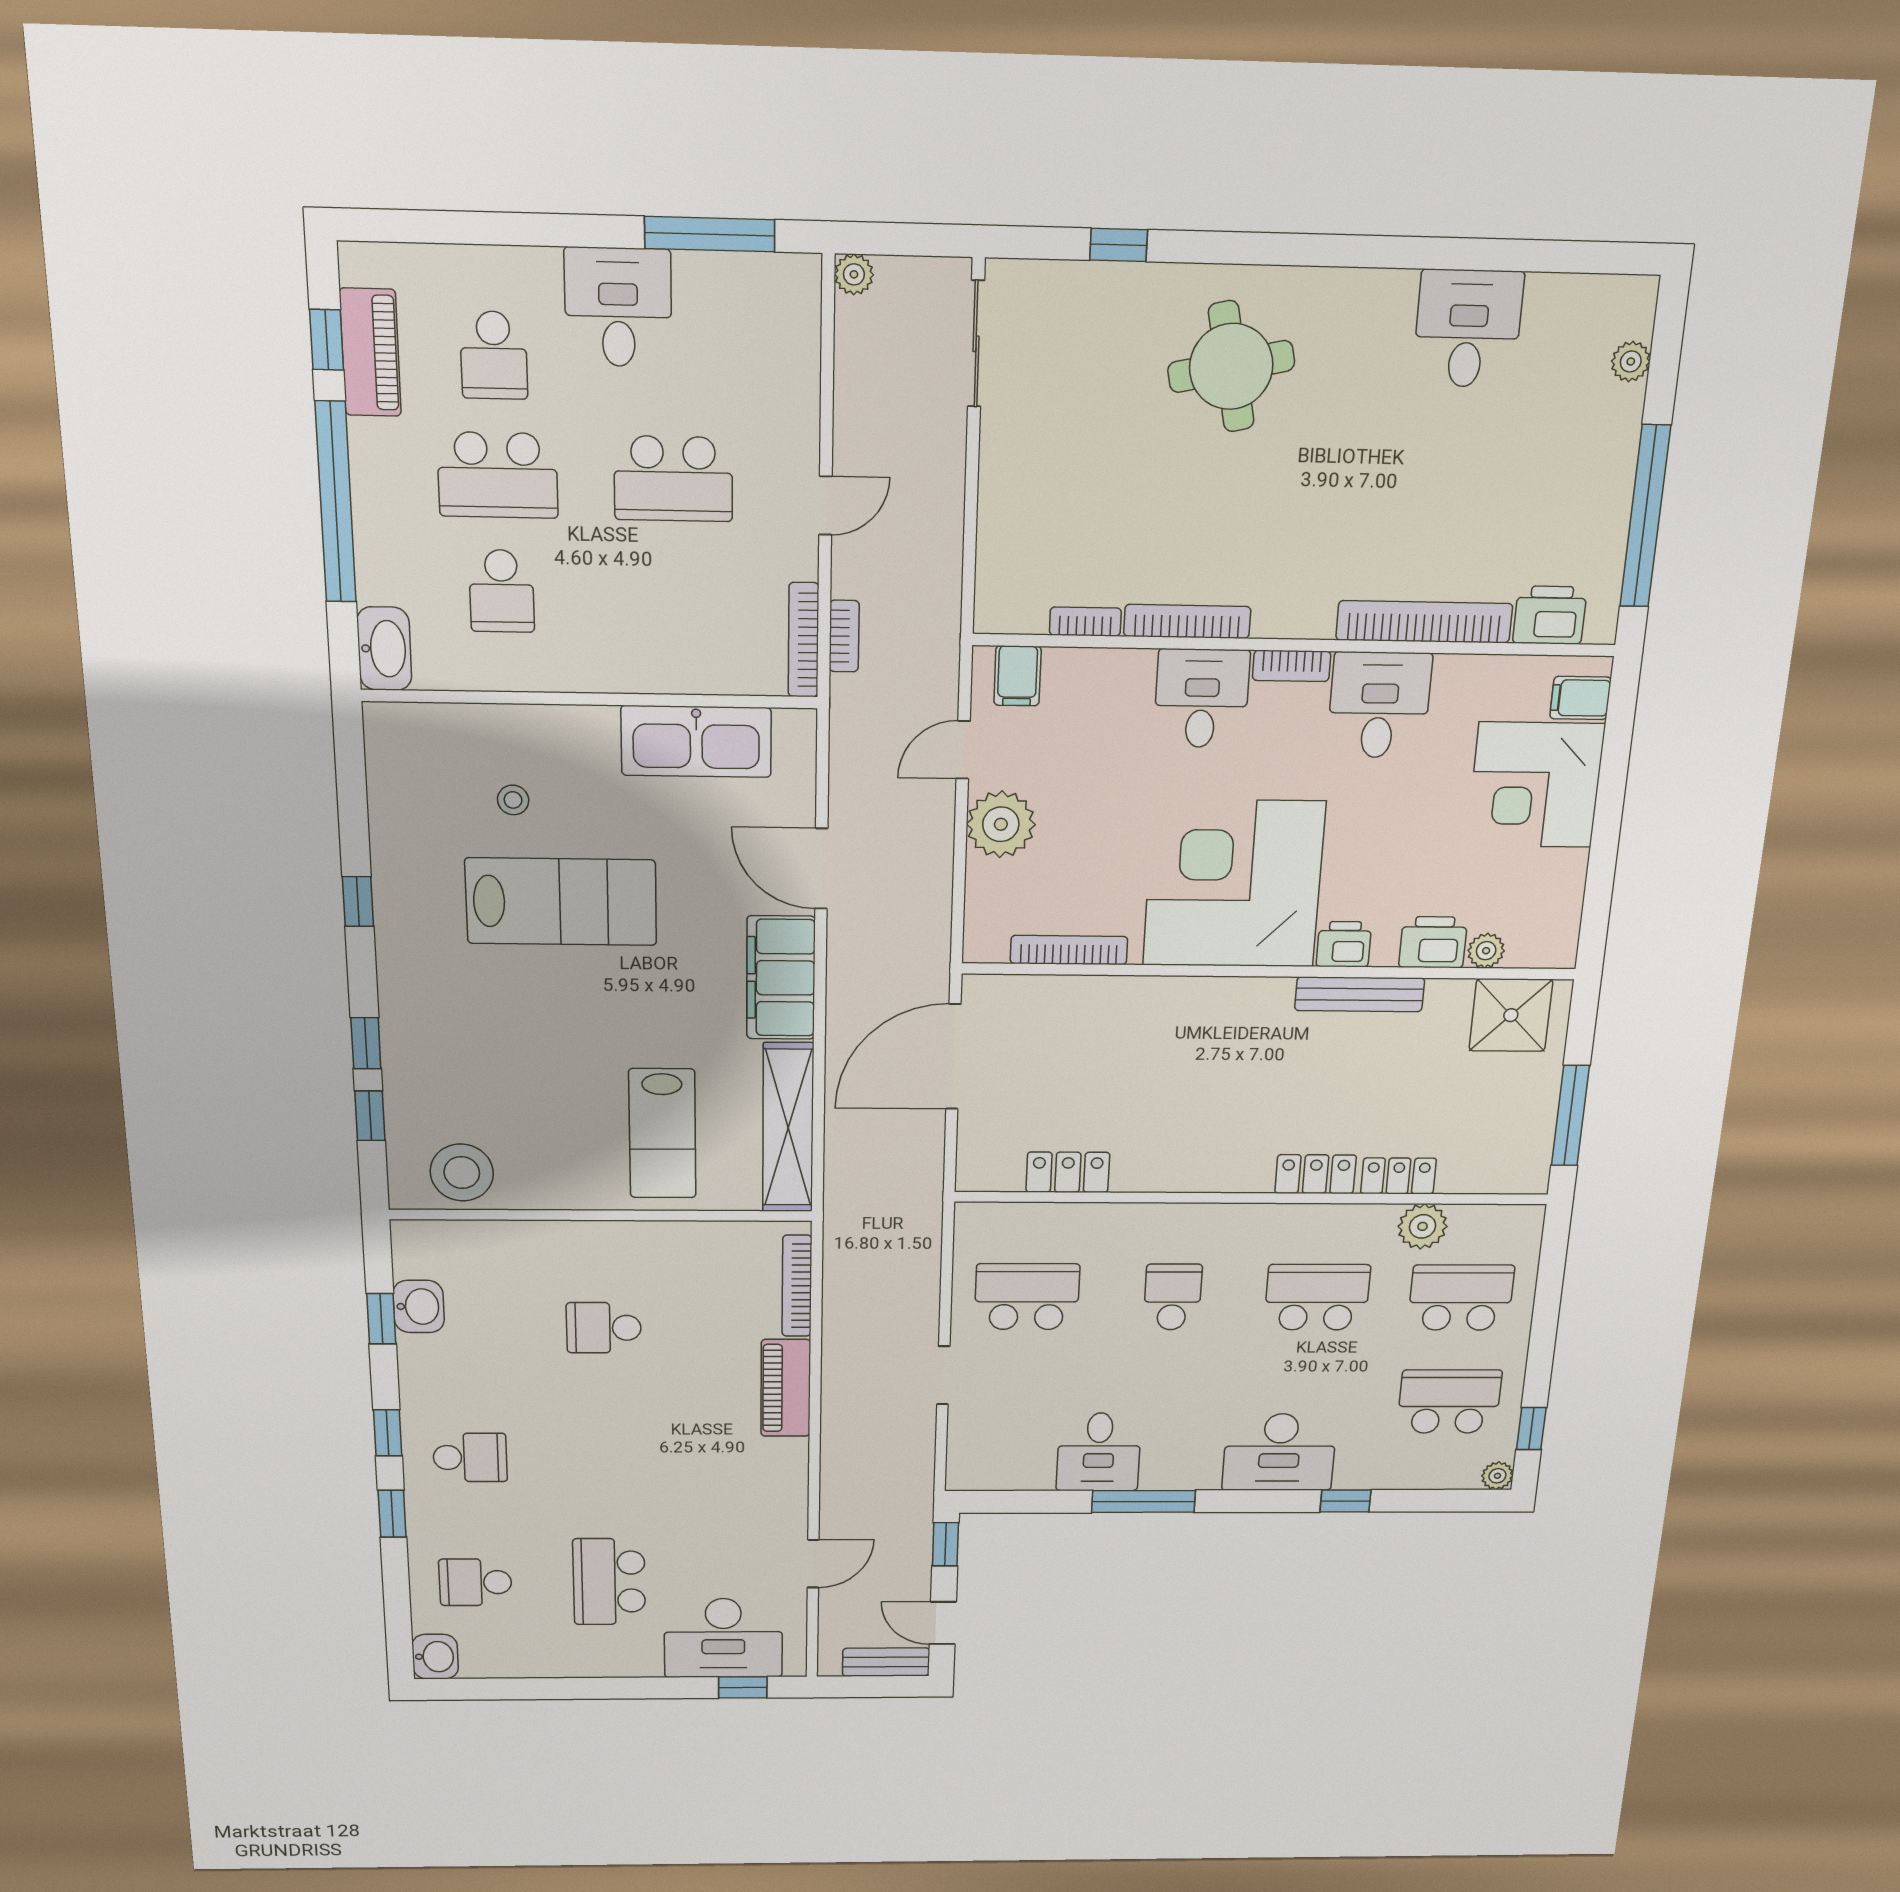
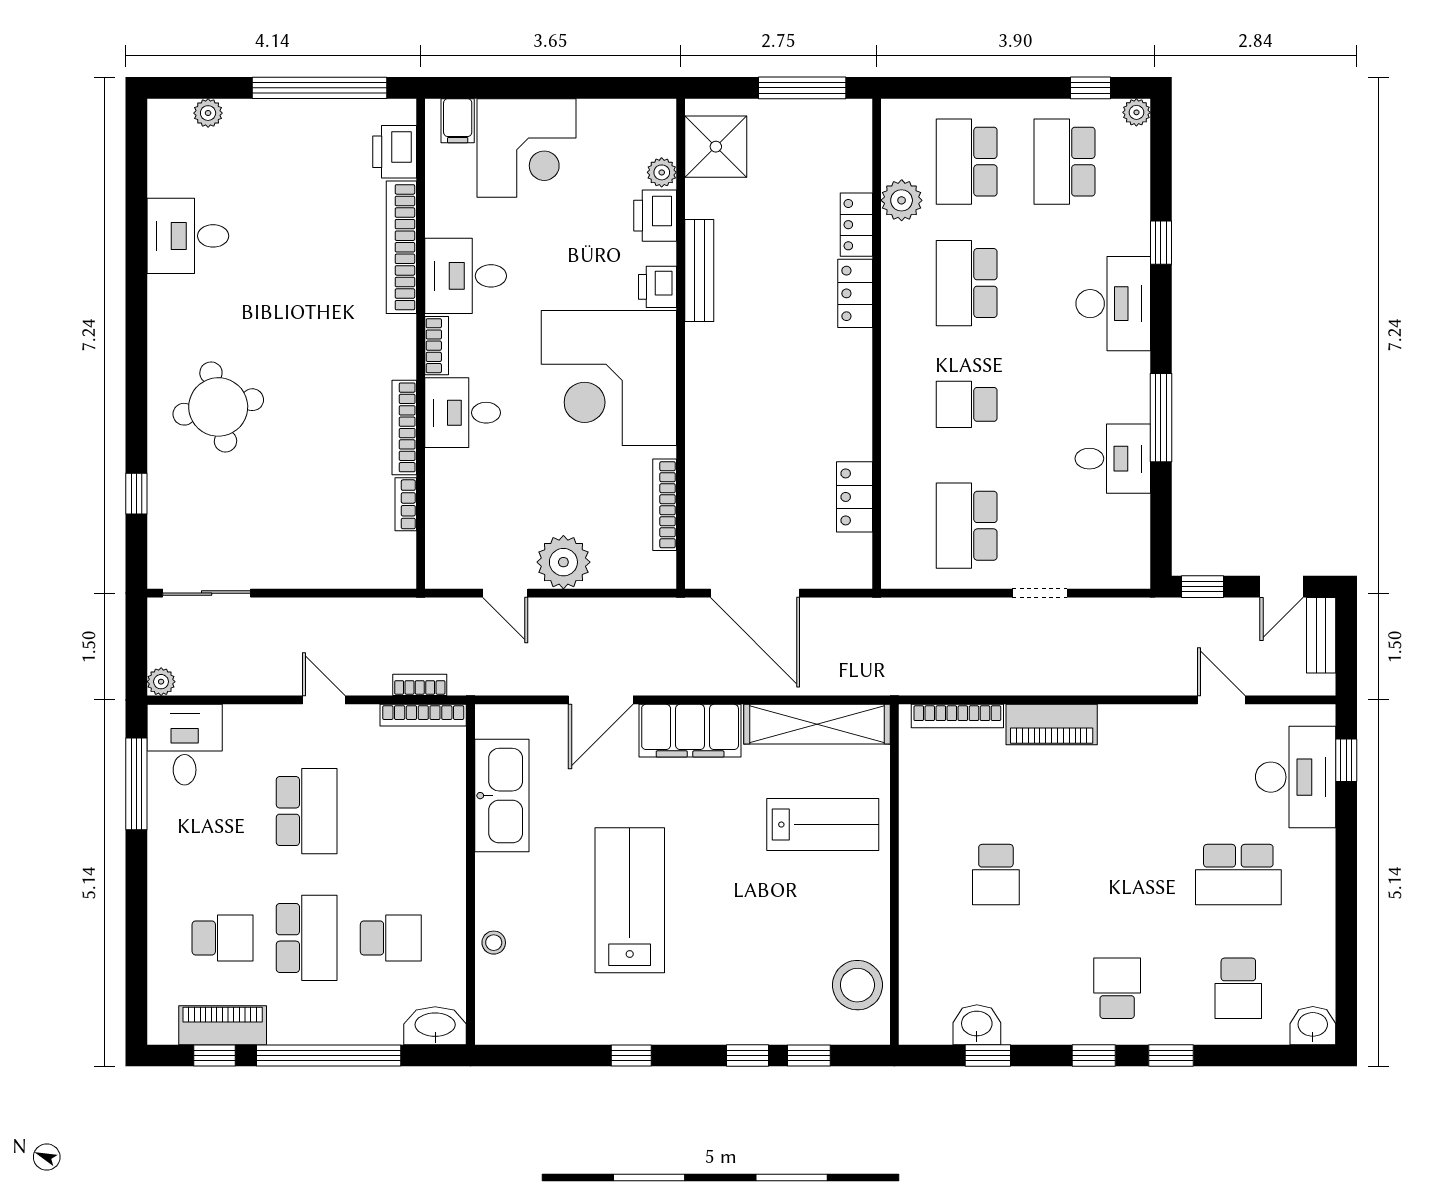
desk: (618, 307) -> (185, 745), moved, turned 90
filing cabinet: (1017, 676) -> (448, 554), removed
stool: (513, 800) -> (494, 943), moved

